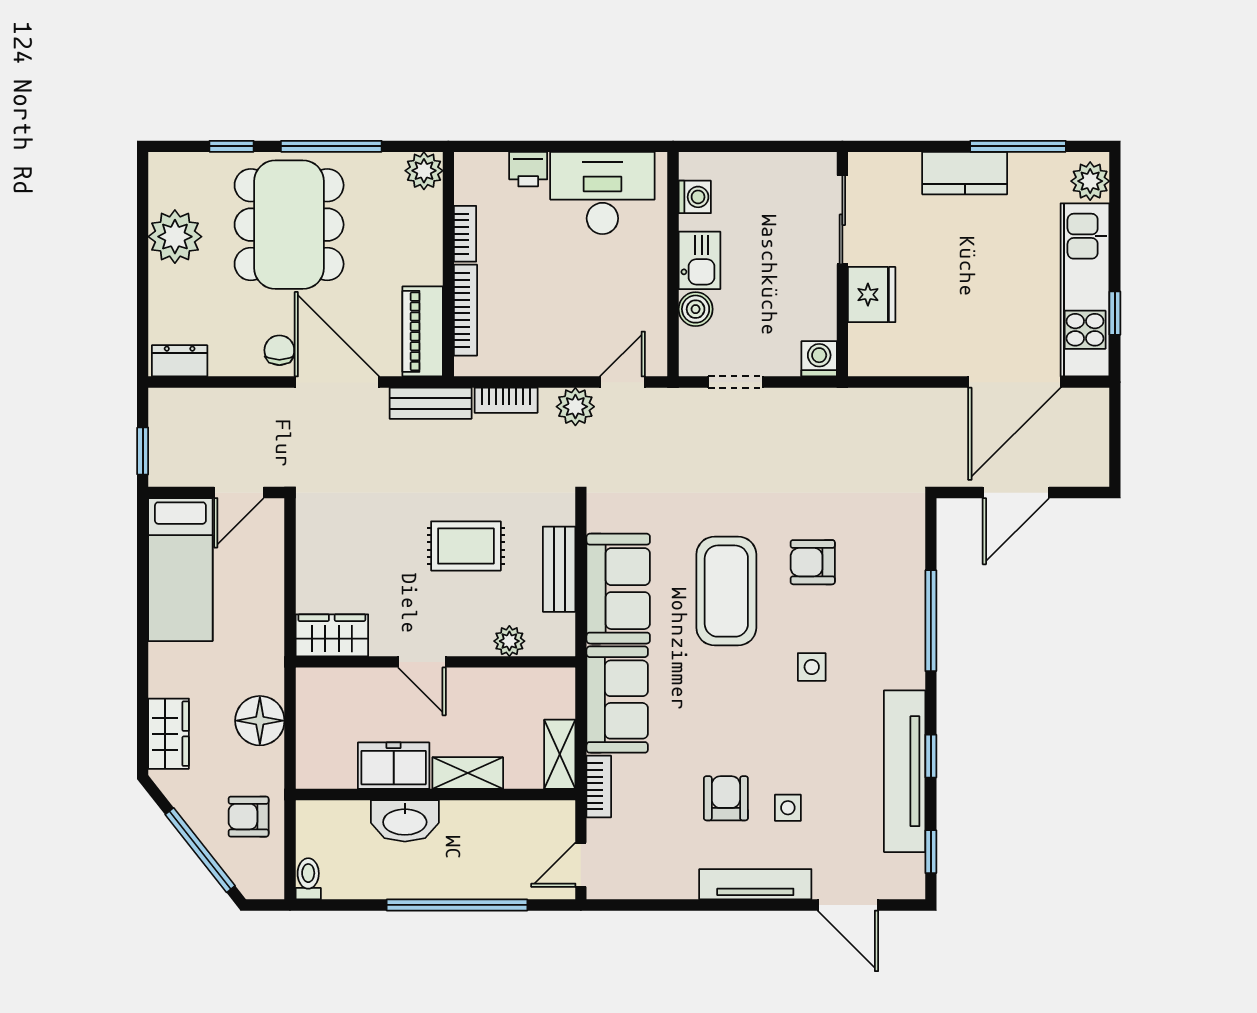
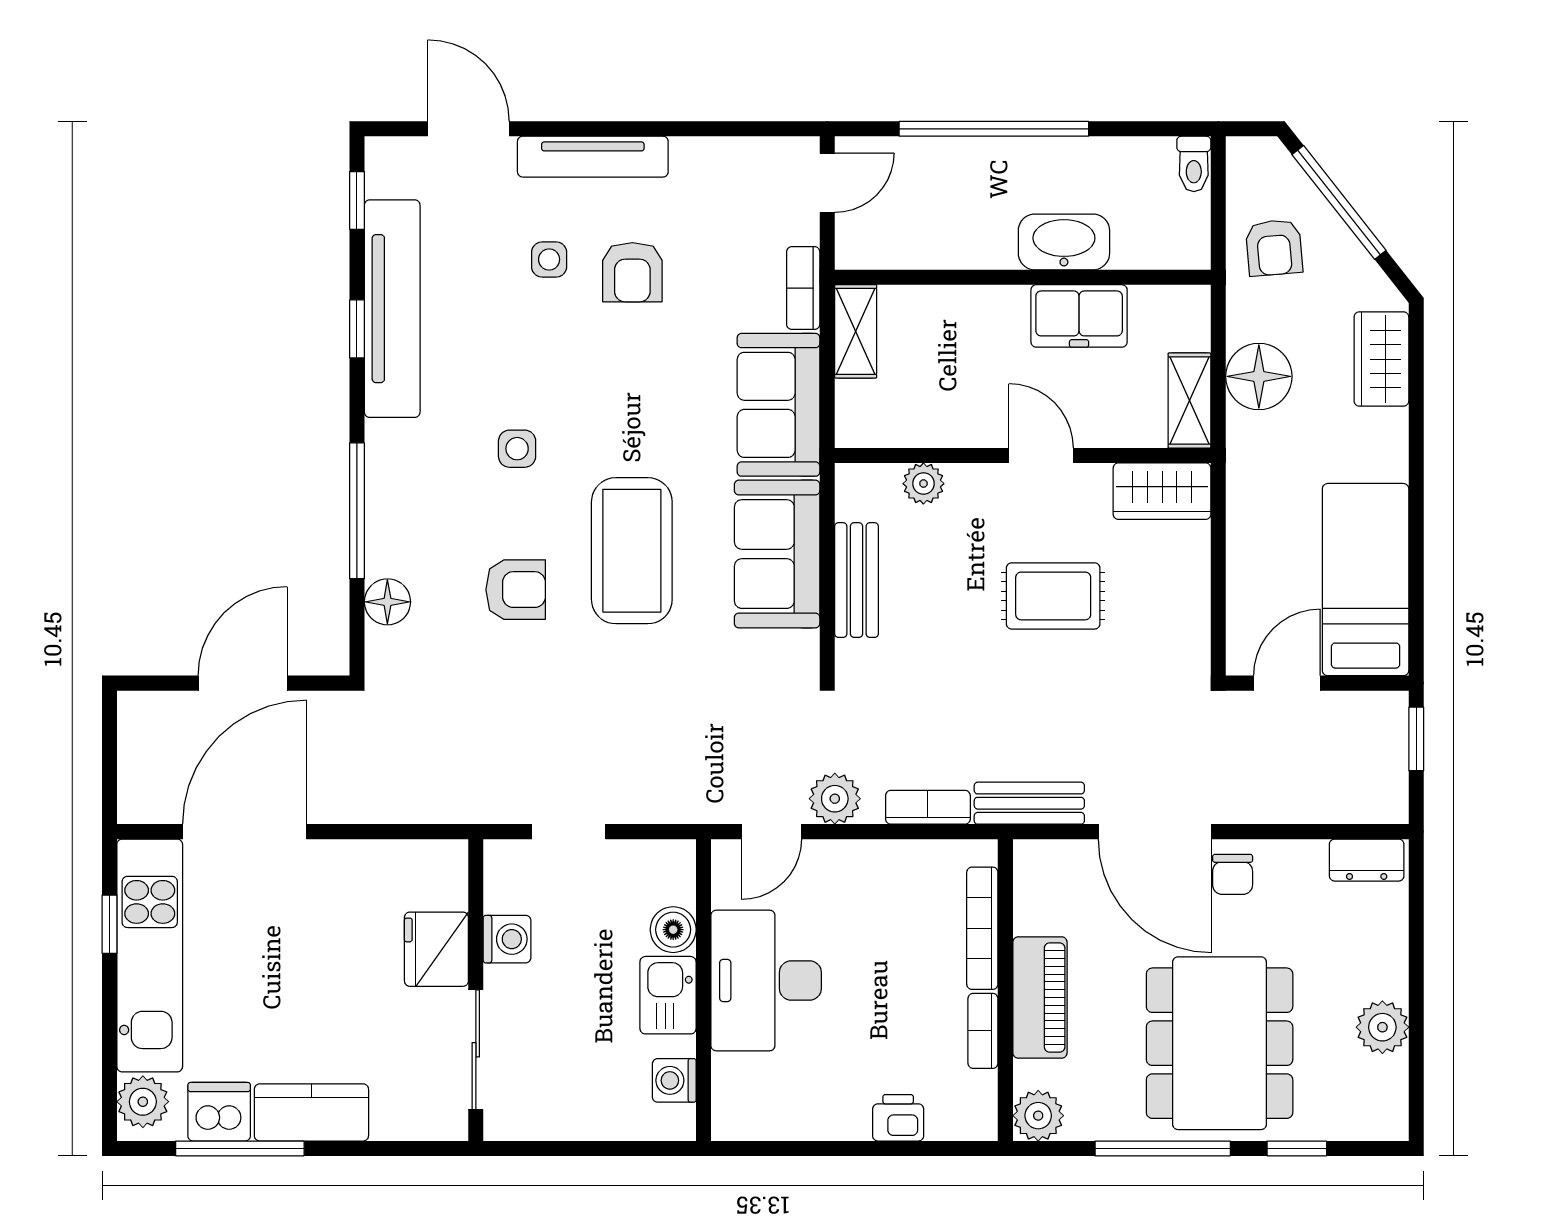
dishwasher: (1033, 174) -> (219, 1112), added
desk: (602, 193) -> (766, 980), moved, turned 90
plant: (175, 237) -> (1382, 1027), width x0.73, depth x0.73
piano: (423, 331) -> (1040, 997), moved
washing machine: (819, 359) -> (507, 939), moved, turned -90
doorway: (736, 382) -> (569, 832), moved
rug: (466, 546) -> (1053, 596), moved
floor lamp: (908, 553) -> (387, 602), added
shelving: (468, 773) -> (1189, 400), moved, turned 90
armchair: (249, 817) -> (1274, 248), turned 85

